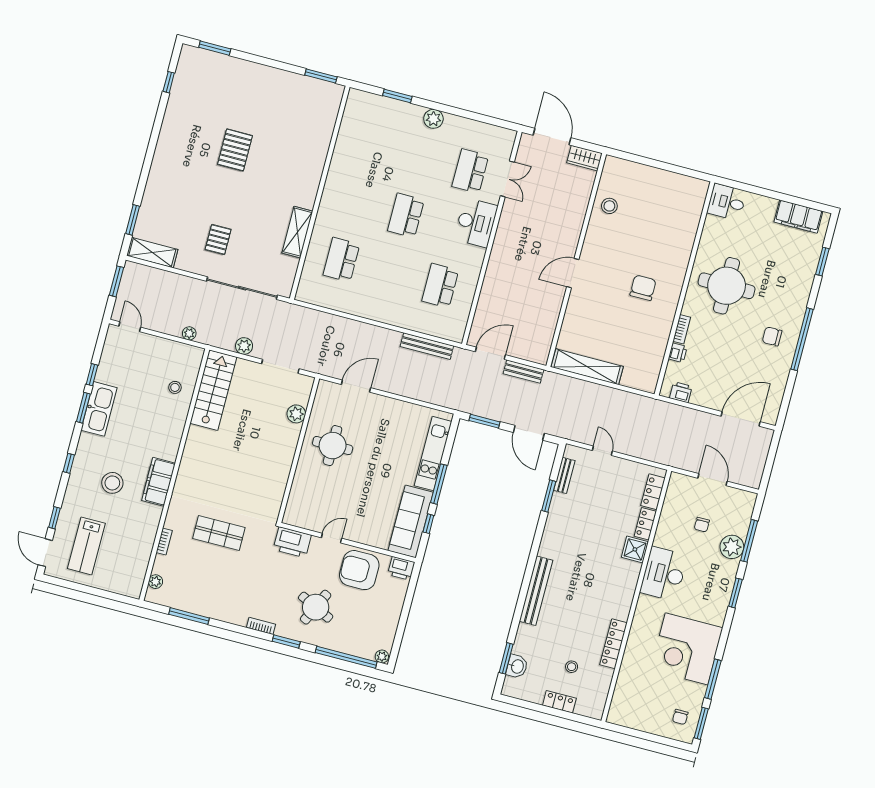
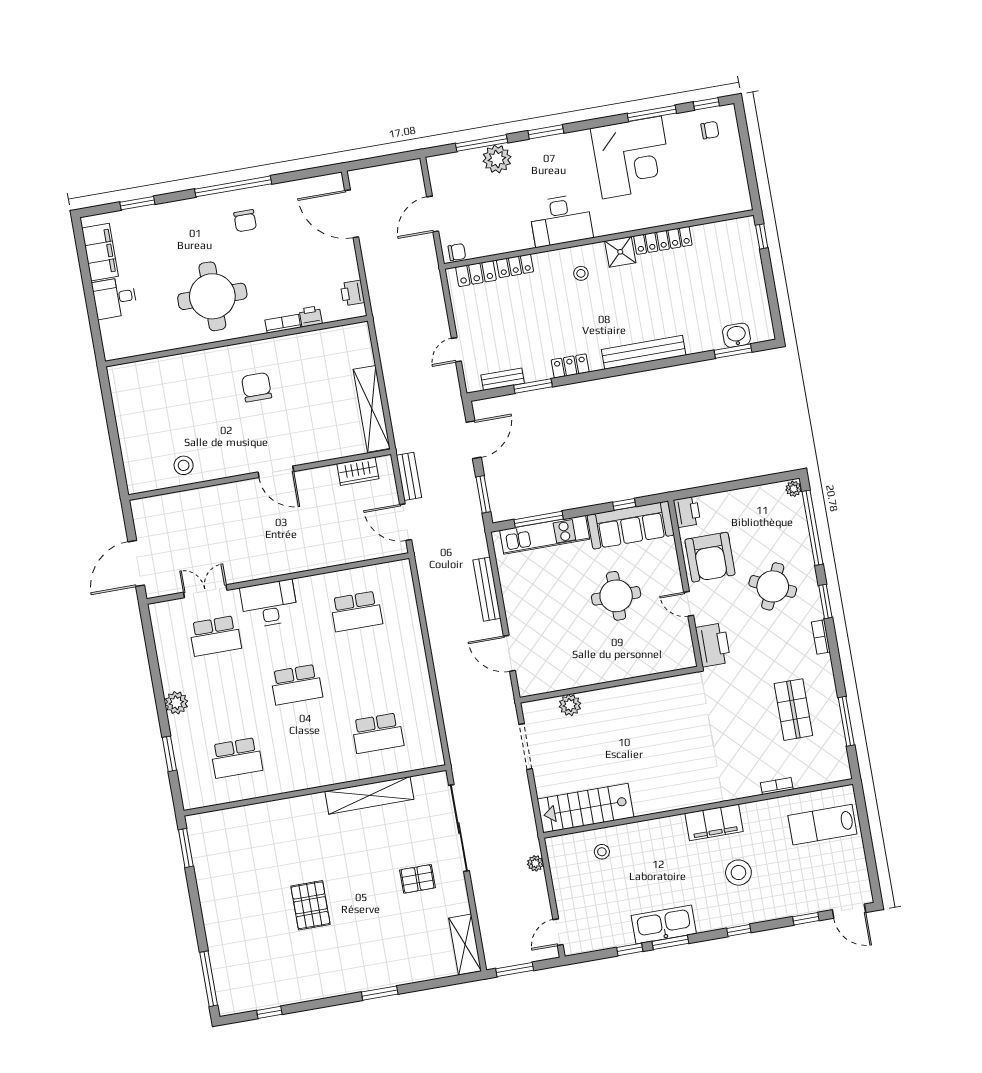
window: (215, 48) -> (209, 979), width x1.44
school desk: (371, 145) -> (236, 758), added
pallet: (235, 150) -> (310, 905), turned 90
wardrobe: (584, 158) -> (358, 471), moved, turned 90
desk: (727, 202) -> (115, 298), moved, turned 90
window: (133, 220) -> (380, 993), moved
shelving: (297, 232) -> (369, 795), width x1.47
chair: (643, 288) -> (257, 387), turned 90
plant: (244, 346) -> (522, 797), removed
bench: (427, 346) -> (487, 589), moved
round table: (333, 446) -> (616, 596), moved
window: (439, 484) -> (539, 519), moved
chair: (702, 525) -> (457, 252), moved
shop shelf: (219, 533) -> (793, 710), moved
lab bench: (86, 546) -> (822, 825), moved, turned 180
shower: (635, 549) -> (620, 252), moved
door: (45, 553) -> (849, 911), hinge flipped
plant: (156, 582) -> (825, 775), removed
stool: (572, 667) -> (581, 273), moved
locker: (559, 702) -> (570, 366), moved, turned 90
window: (582, 719) -> (762, 236), added
window: (701, 723) -> (706, 104), width x0.67

